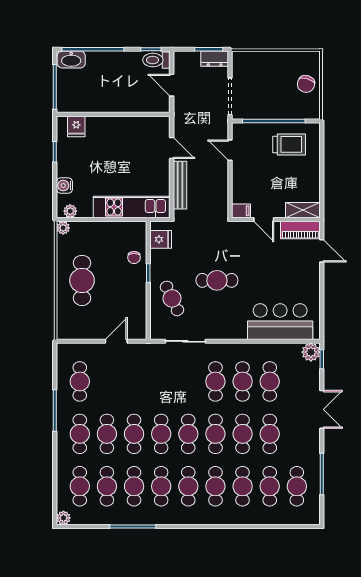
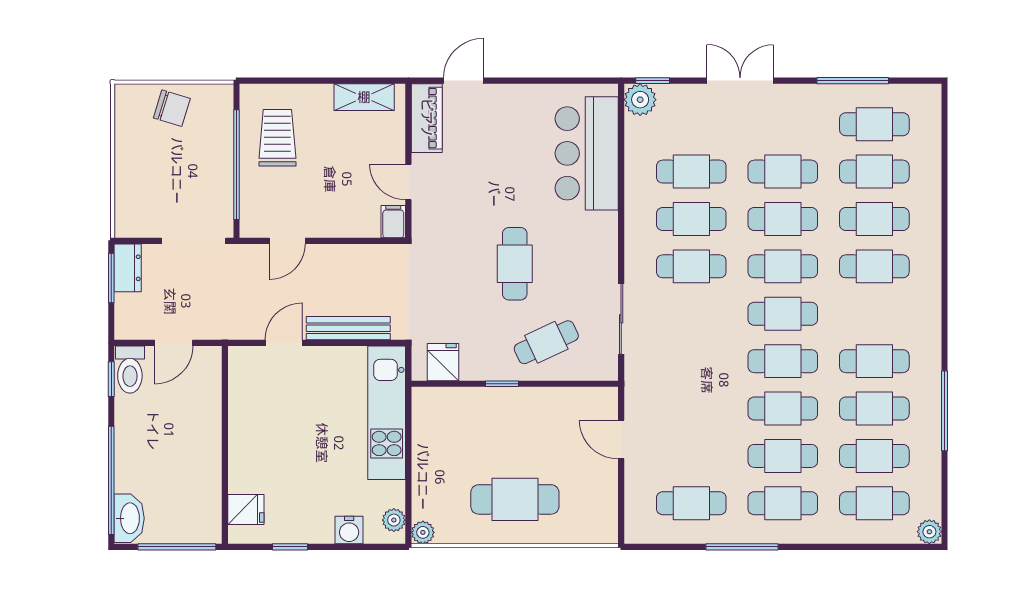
shelving: (303, 210) -> (364, 97), moved, turned 90
door: (264, 219) -> (408, 182), swing flipped
chair: (134, 257) -> (475, 408), removed
cafe table: (188, 486) -> (874, 314), removed

